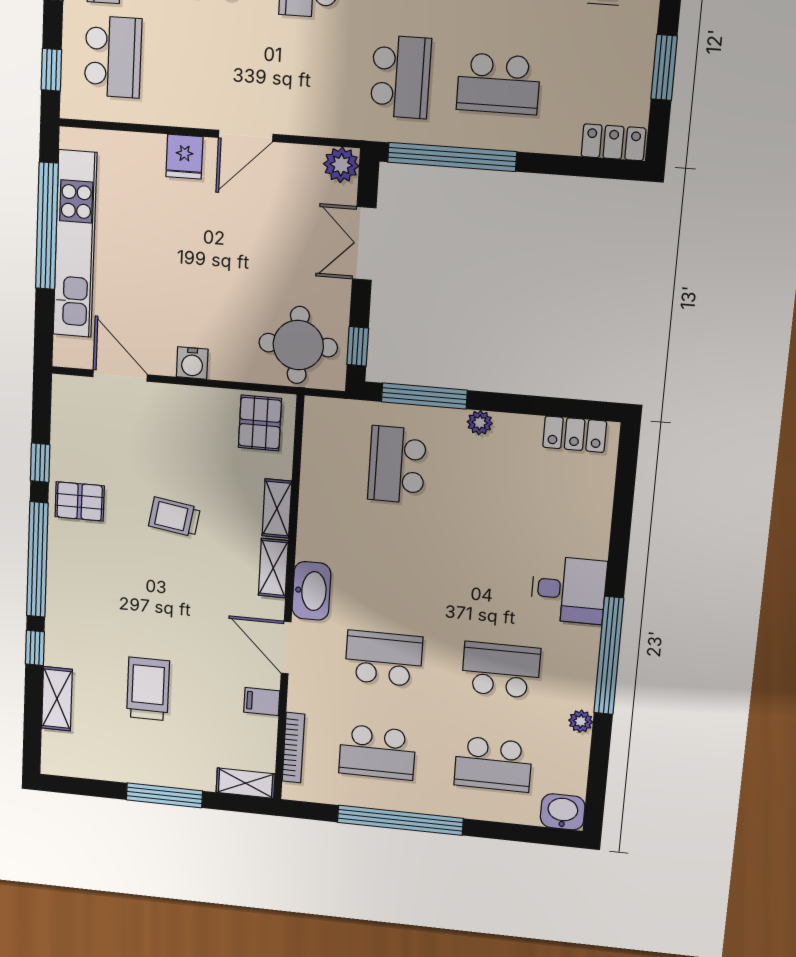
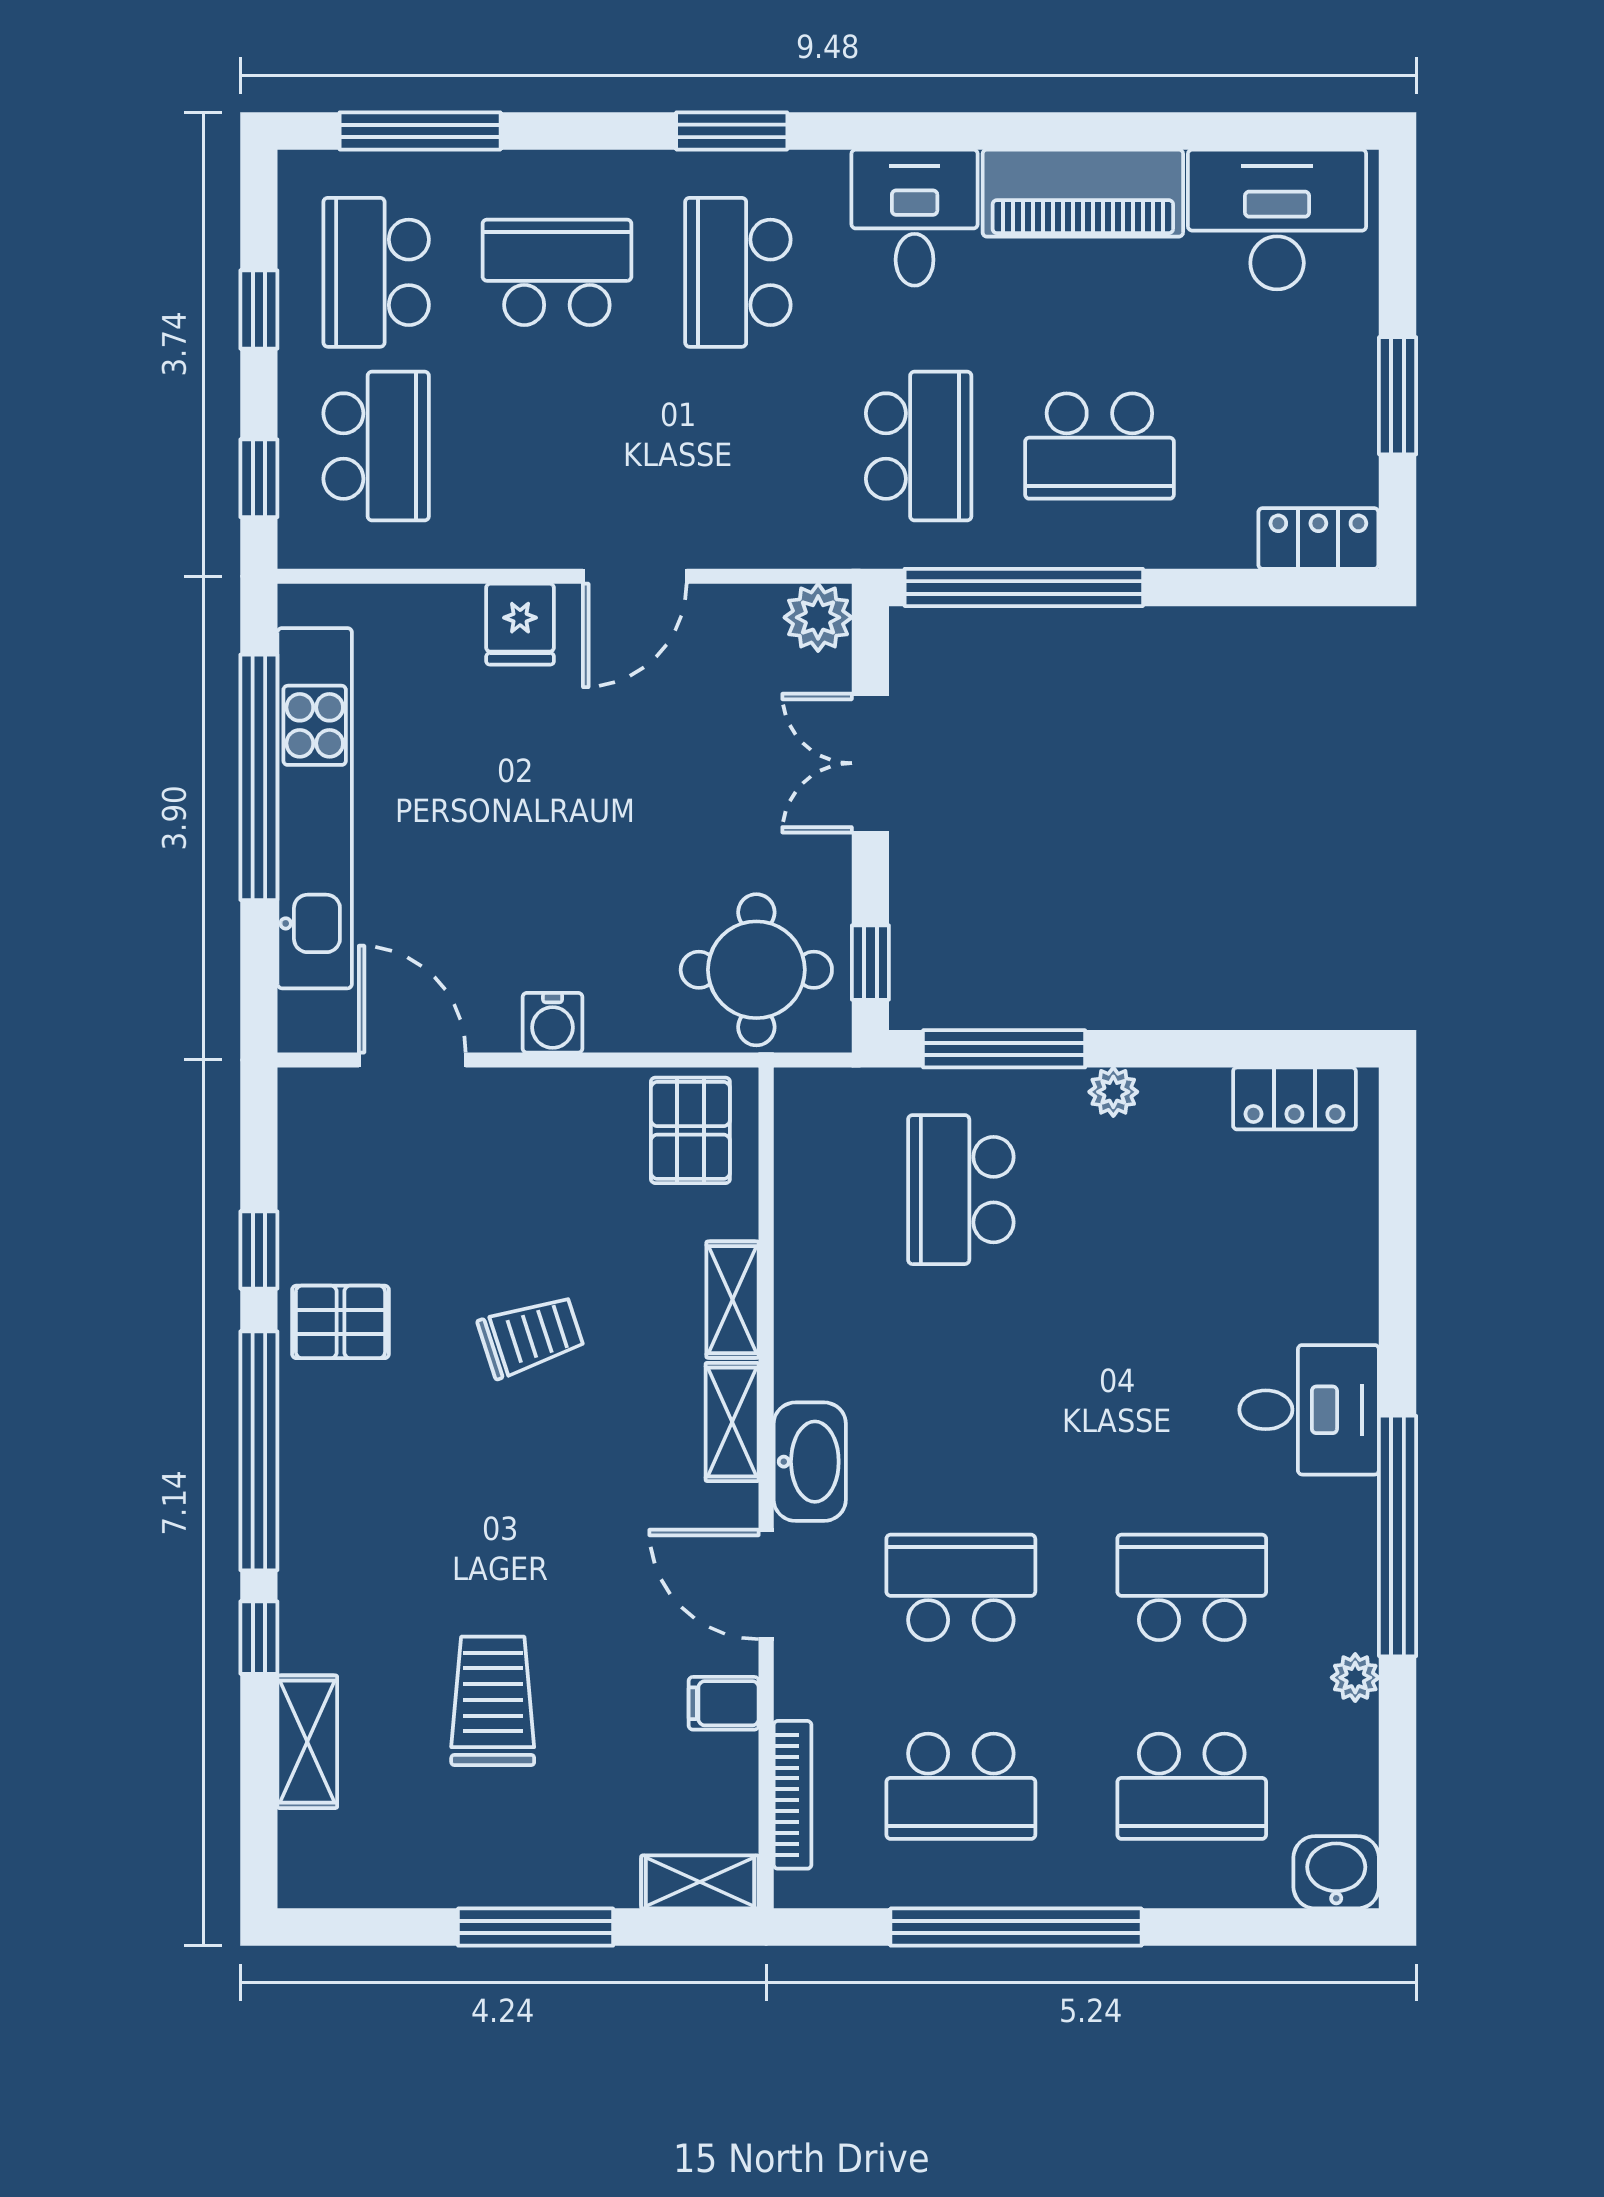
trolley: (174, 517) -> (531, 1336), turned 153

